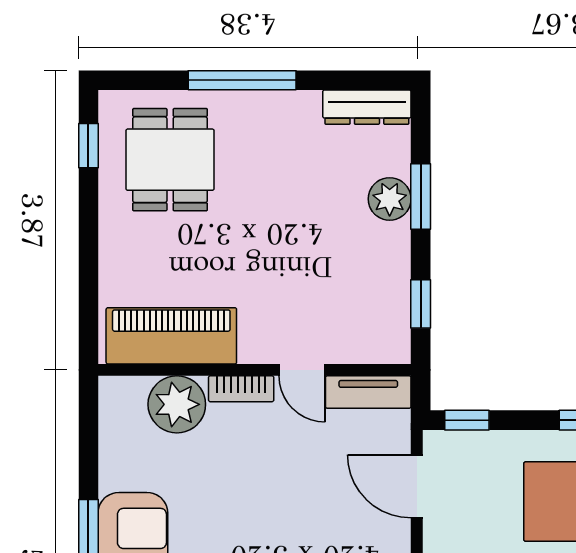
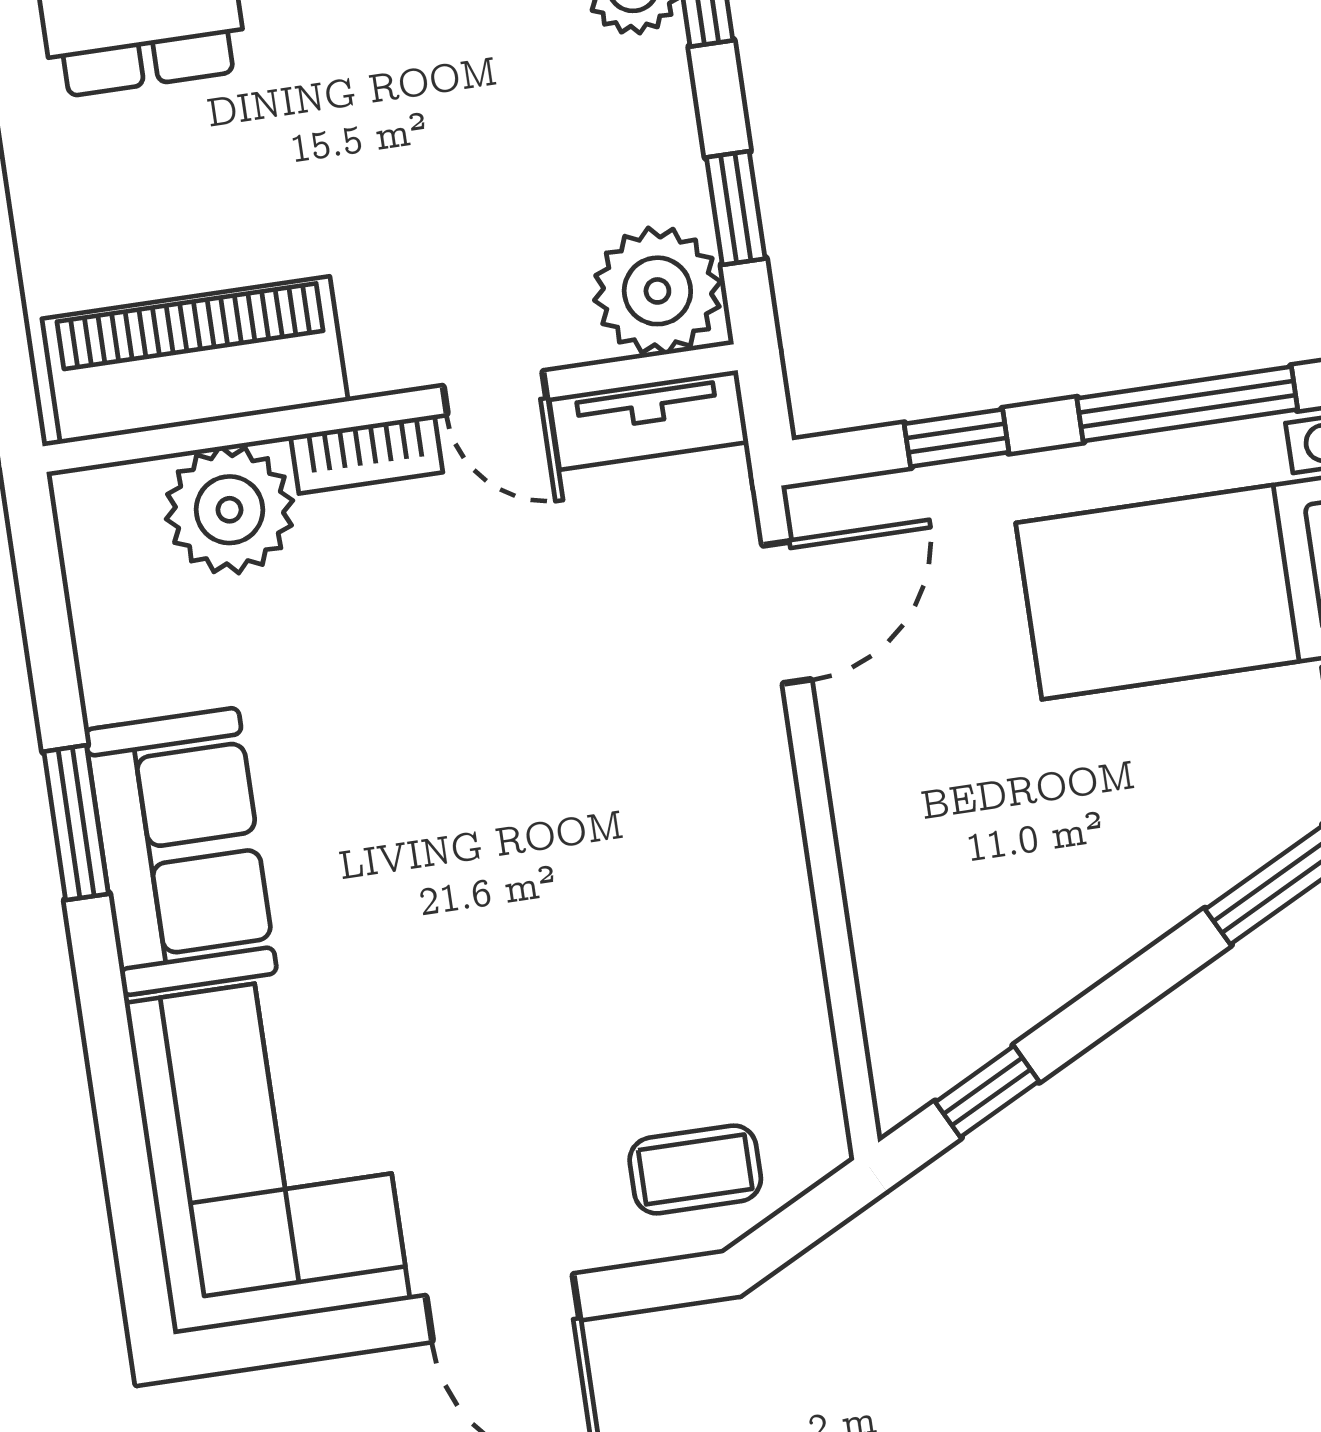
plant: (381, 336) -> (657, 291), added
window: (467, 420) -> (957, 438), moved
door: (417, 486) -> (787, 612), swing flipped

